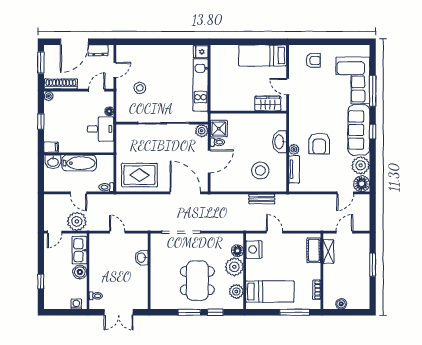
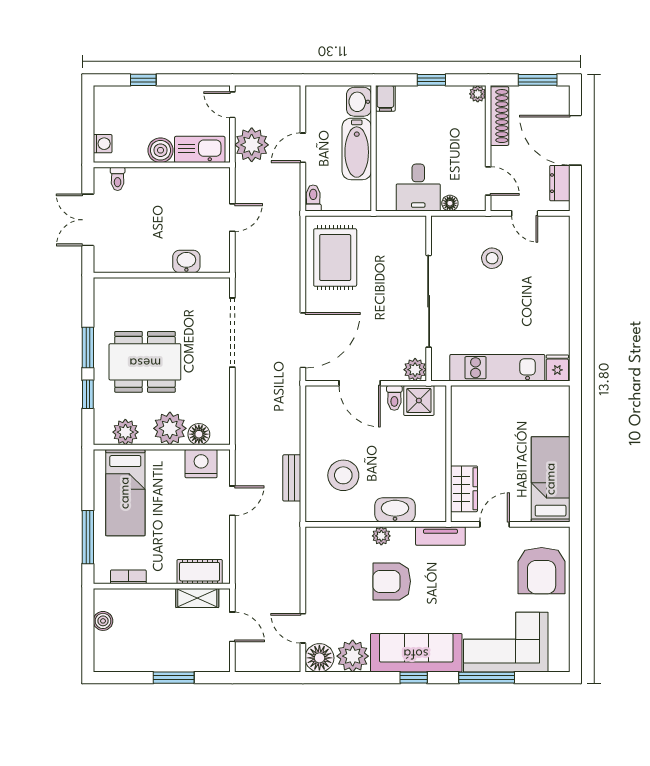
armchair: (313, 60) -> (542, 571), width x1.88, depth x1.88
tv unit: (294, 169) -> (440, 536), moved

